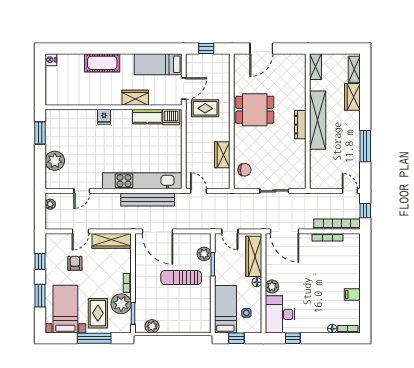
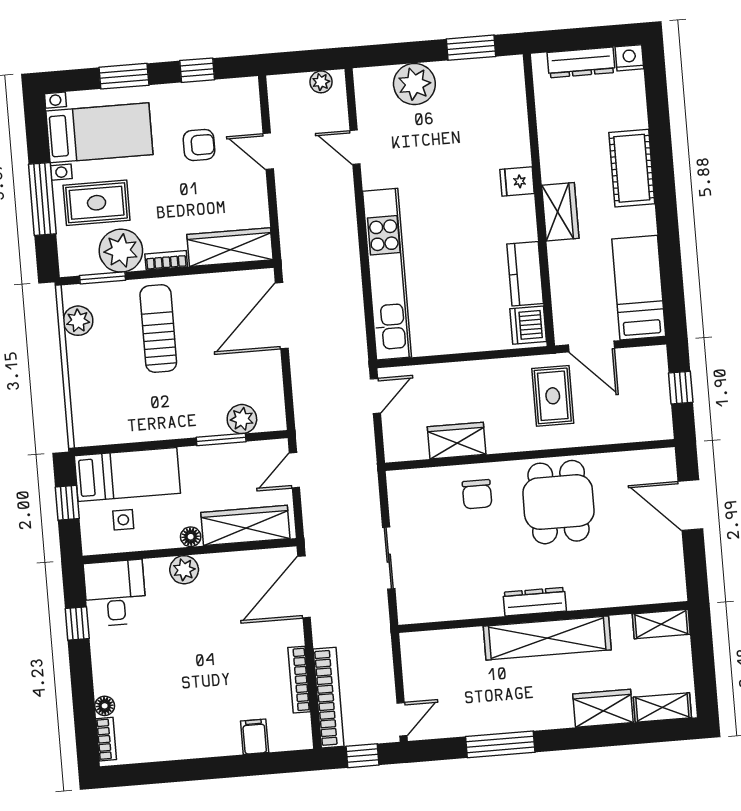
dresser: (51, 82) -> (581, 62), added
wardrobe: (135, 98) -> (560, 212), moved
chair: (245, 170) -> (477, 494), moved
bench: (148, 199) -> (348, 289), removed
wardrobe: (112, 241) -> (230, 247), moved, turned 90
sun lounger: (181, 278) -> (158, 329), moved
filing cabinet: (352, 294) -> (255, 737), moved
desk: (280, 314) -> (115, 593), width x0.73

